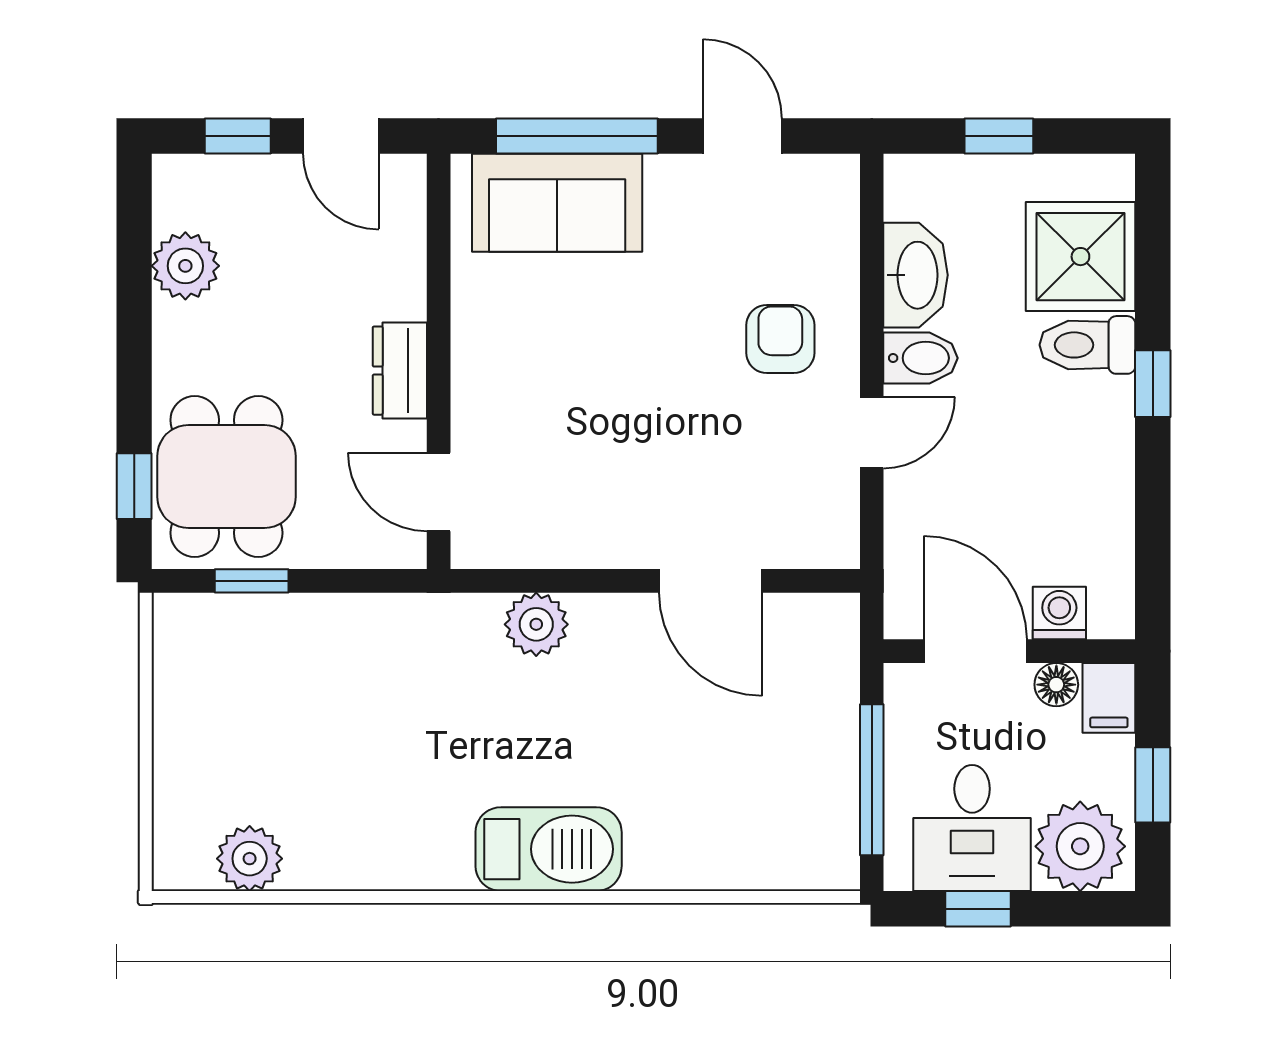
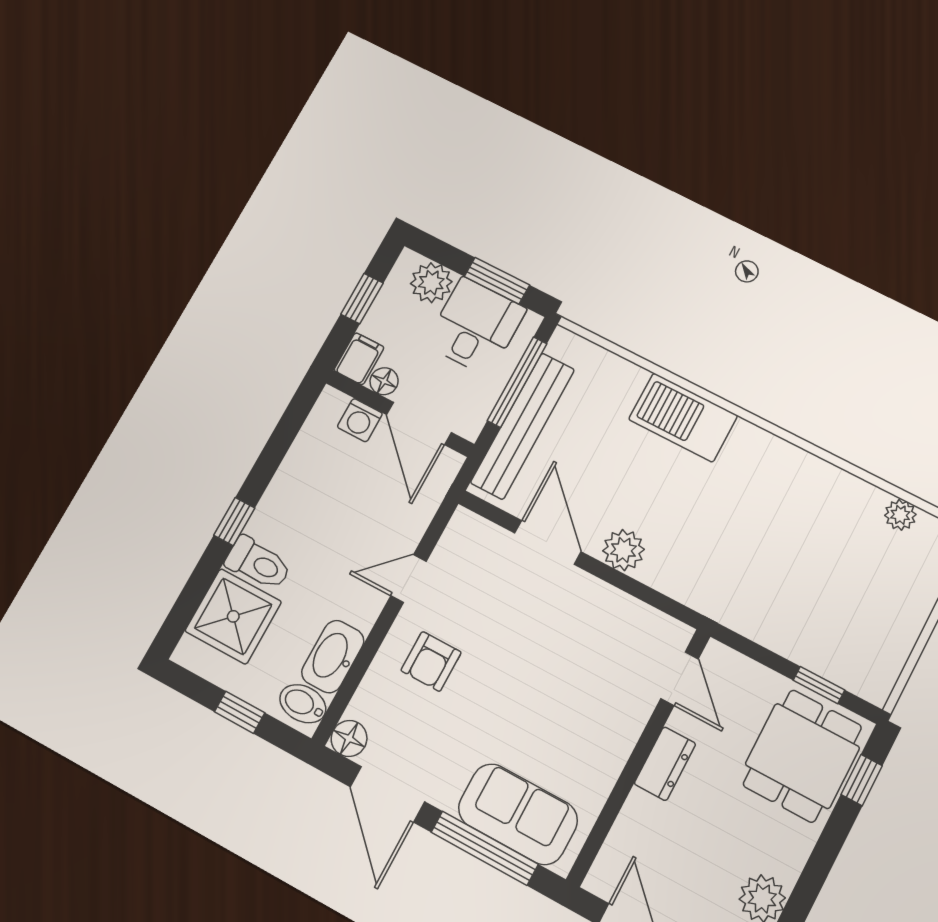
door: (742, 136) -> (387, 794), width x1.38
floor lamp: (833, 180) -> (349, 738), added
bidet: (921, 358) -> (303, 704), moved
plant: (536, 624) -> (623, 550), moved
bench: (831, 722) -> (523, 426), added
plant: (1080, 846) -> (431, 283), width x0.73, depth x0.73
barbecue: (549, 849) -> (683, 417), moved
plant: (250, 859) -> (900, 515), width x0.73, depth x0.73
window: (978, 909) -> (497, 281), width x1.50

